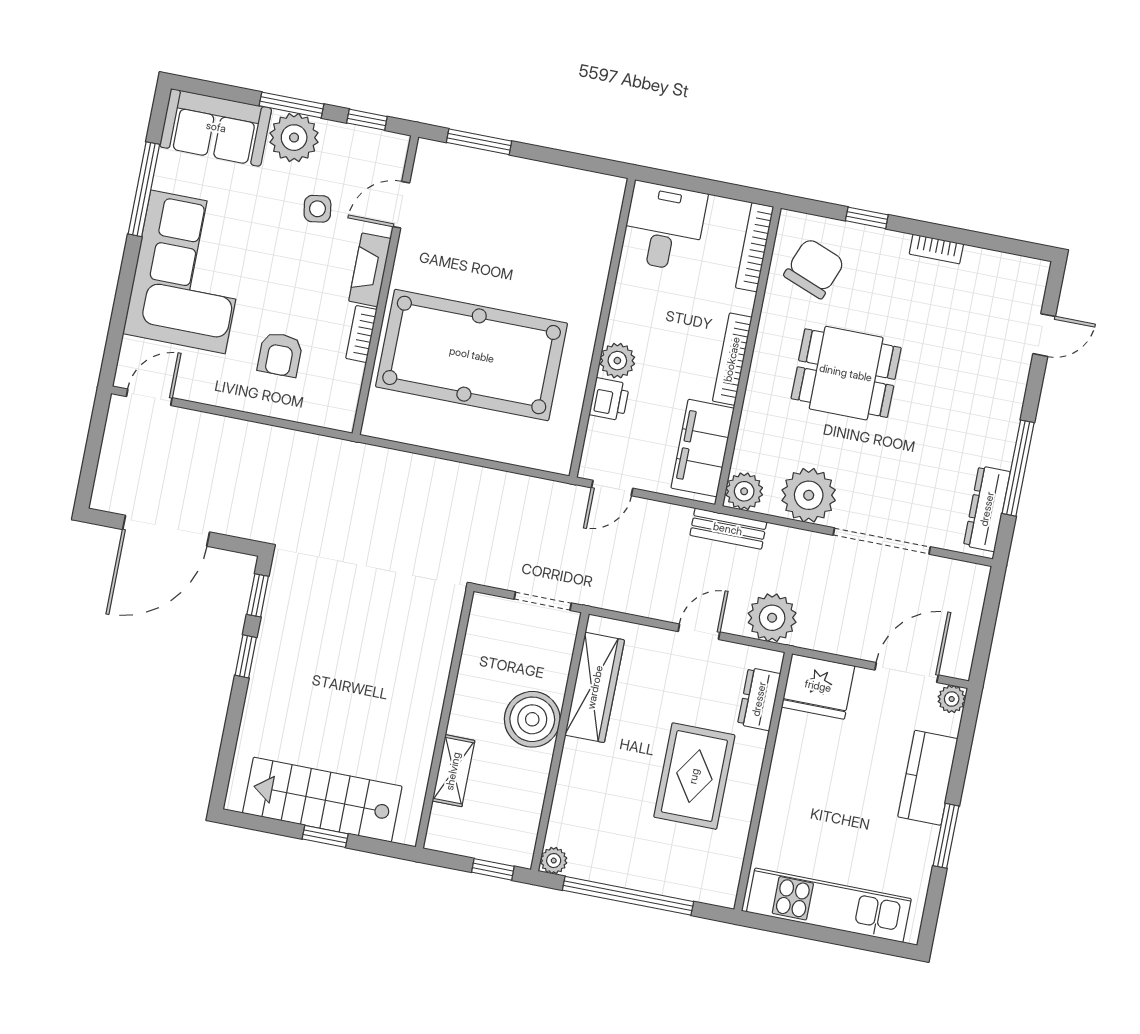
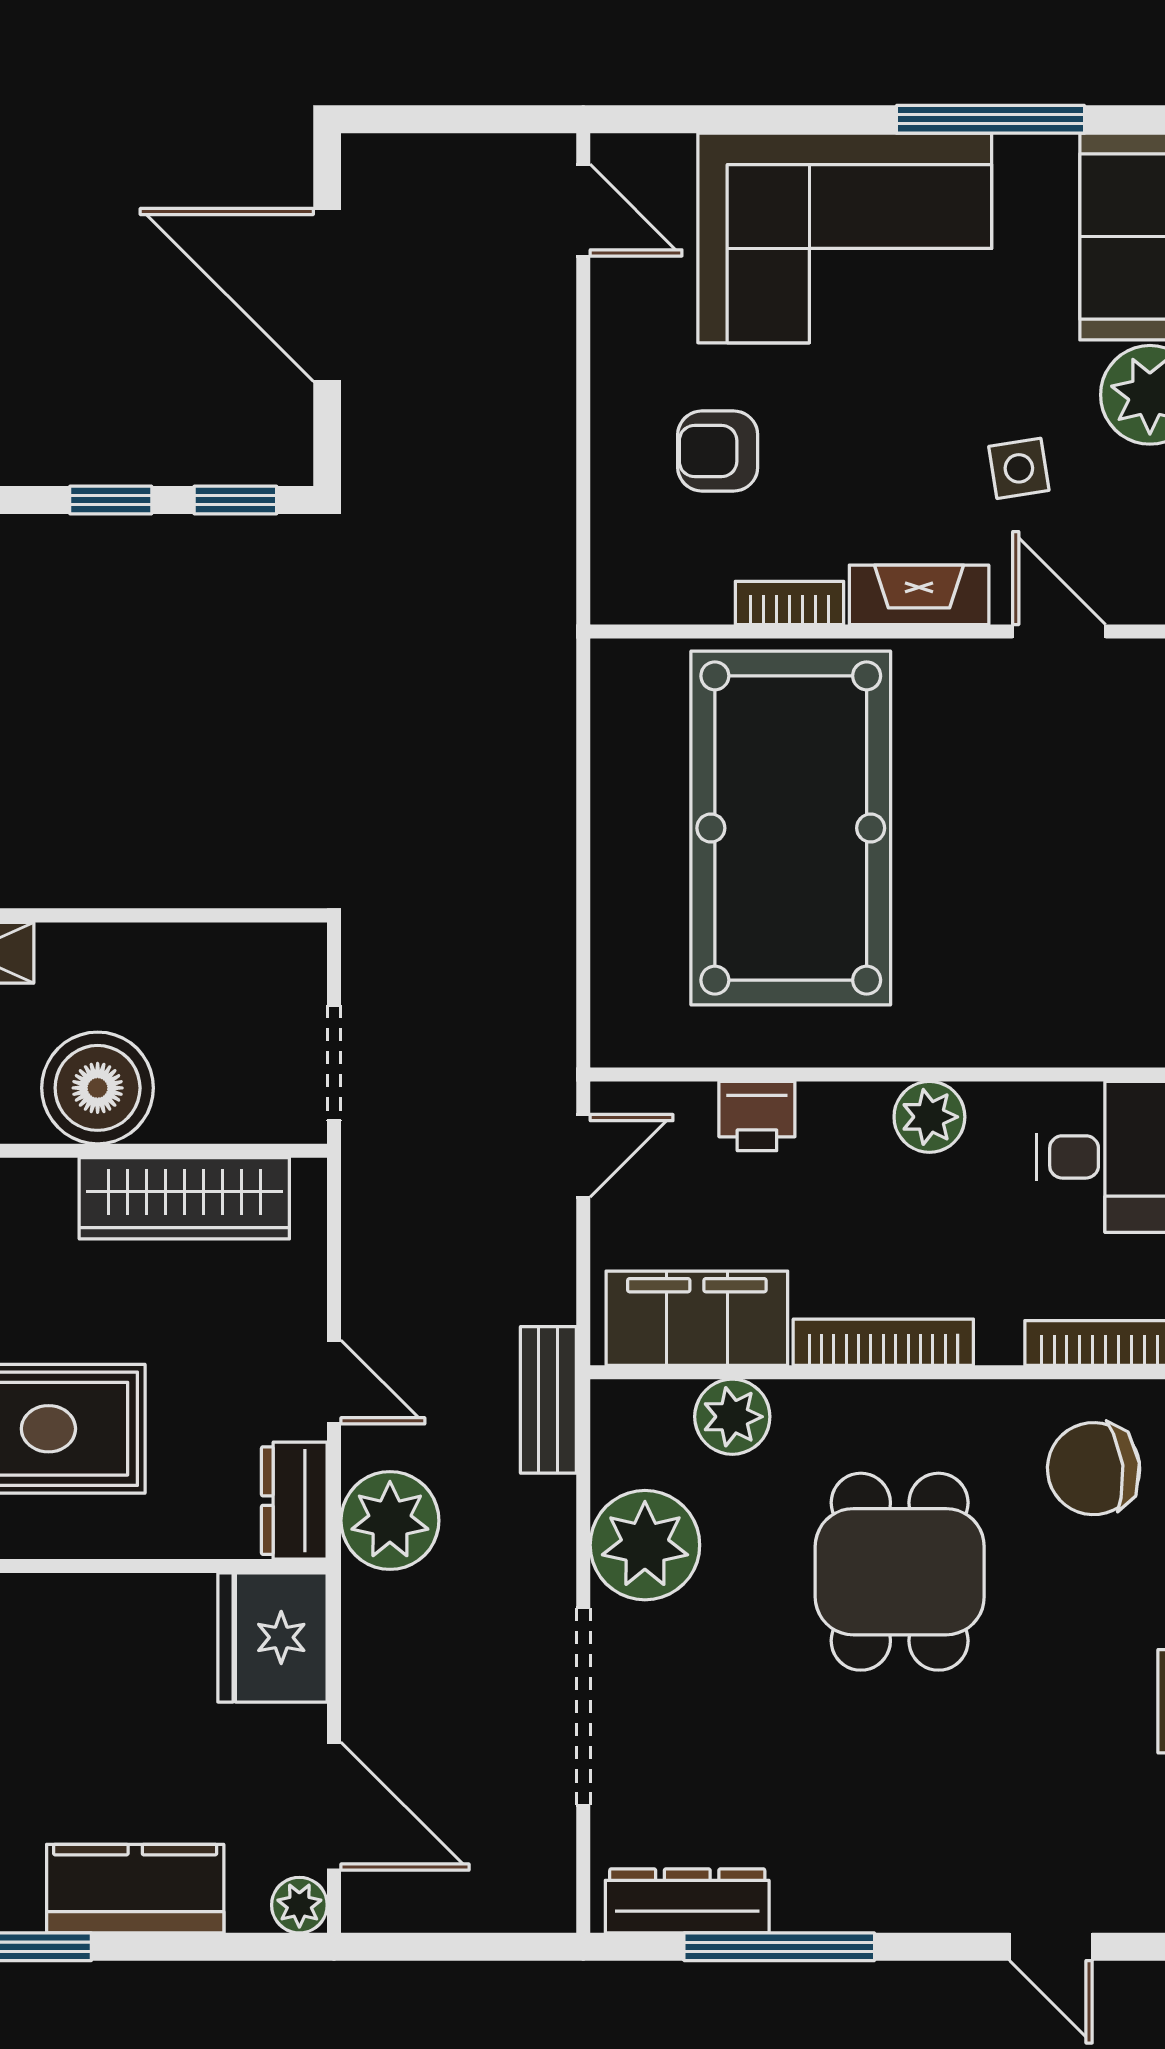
chair: (814, 268) -> (1094, 1469), turned 152
plant: (617, 361) -> (929, 1117), moved
door: (612, 488) -> (583, 1156), swing flipped
plant: (744, 491) -> (732, 1417), moved
dresser: (759, 699) -> (294, 1501), moved, turned -90

